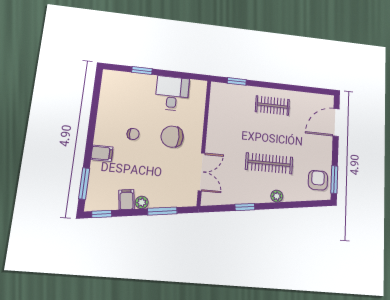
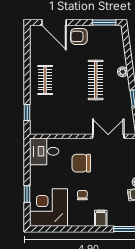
corner desk: (123, 93) -> (49, 207), added
desk: (172, 93) -> (44, 151), moved
chair: (172, 137) -> (81, 163), turned 90
armchair: (318, 180) -> (79, 36), moved

